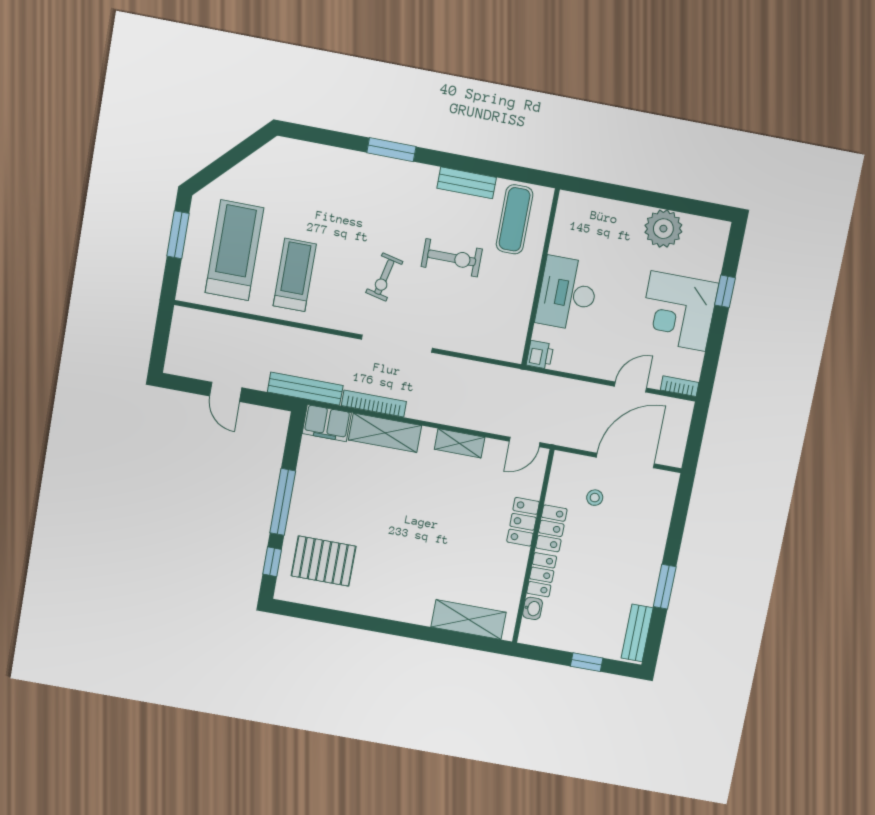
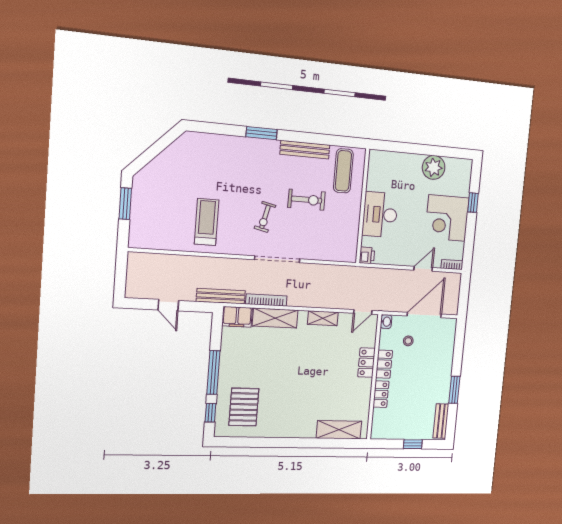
bench: (467, 183) -> (305, 150), width x1.36
treadmill: (234, 250) -> (165, 210), removed
pallet: (324, 561) -> (244, 407), turned 90
washbasin: (533, 608) -> (386, 322), moved

